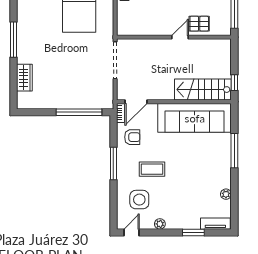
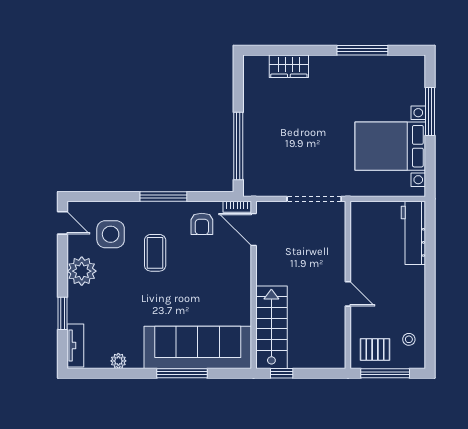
pallet: (199, 24) -> (375, 349), moved, turned 90
window: (14, 40) -> (362, 50), moved
sofa: (195, 118) -> (198, 347), moved, turned 90
plant: (160, 224) -> (82, 271), width x1.88, depth x1.88

